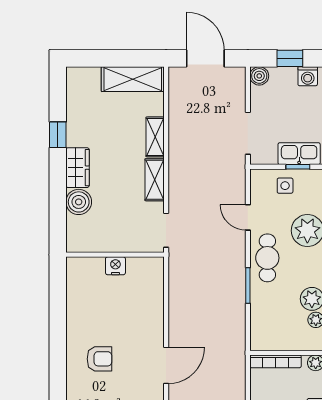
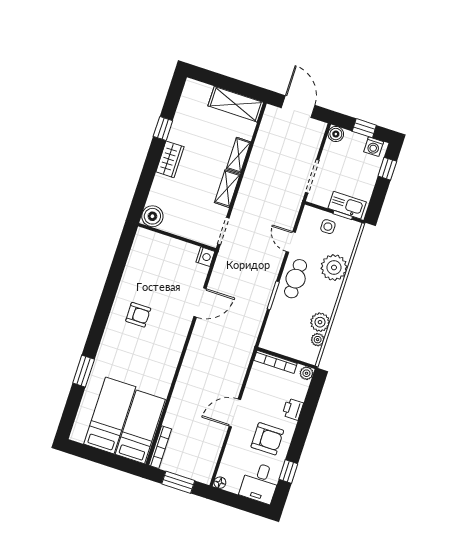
boiler: (79, 202) -> (152, 216), moved
nightstand: (115, 266) -> (205, 257), moved, turned 90
door: (166, 365) -> (200, 303), moved

